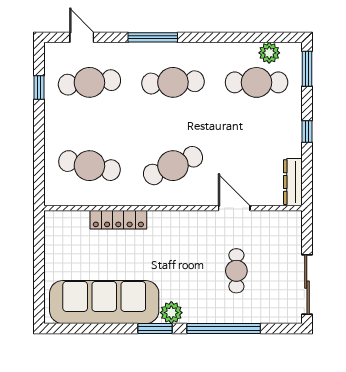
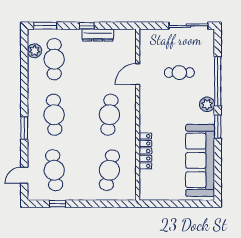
window: (153, 37) -> (24, 128), width x0.69
cafe table: (173, 166) -> (109, 115), turned 30
dresser: (293, 182) -> (98, 35), moved
plant: (171, 313) -> (207, 104), moved

